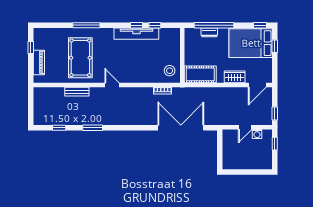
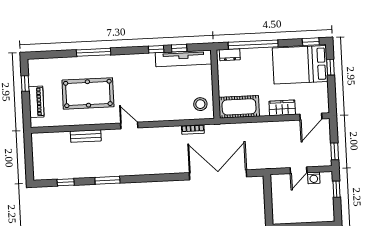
dresser: (209, 32) -> (230, 55), moved
tv unit: (136, 34) -> (183, 58), moved
pool table: (80, 58) -> (88, 93), turned 90

